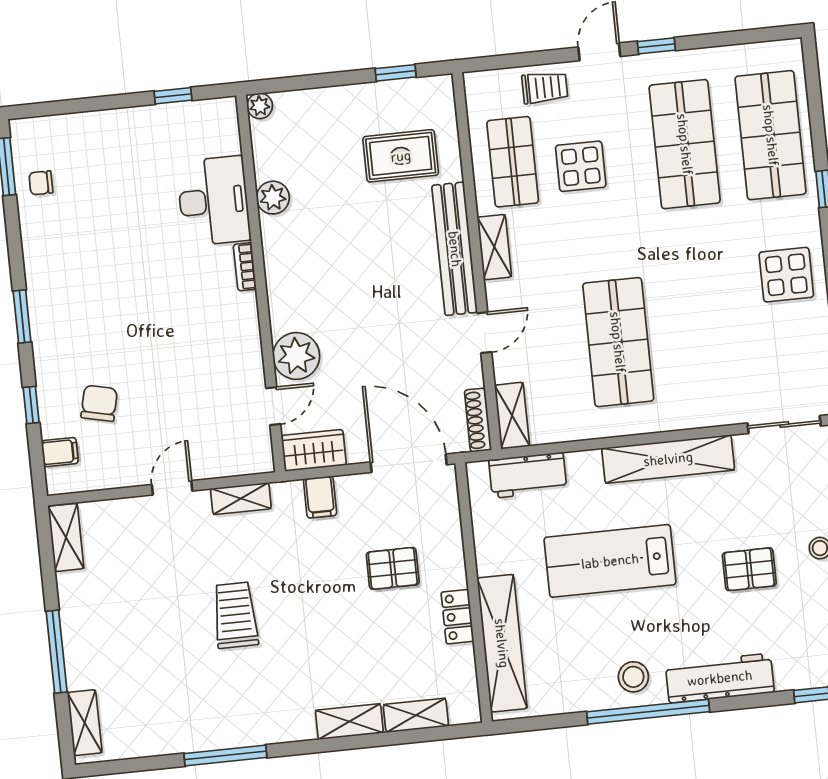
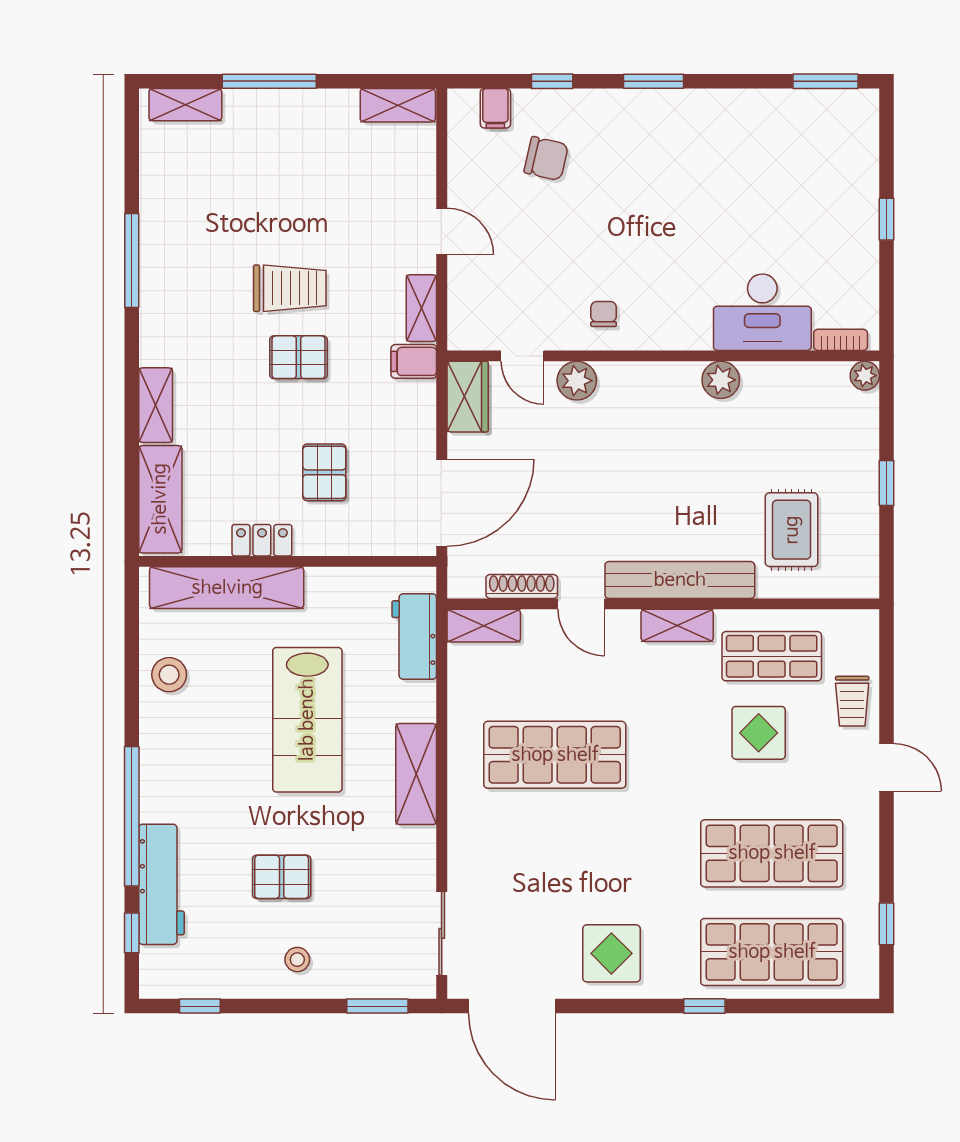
window: (656, 46) -> (886, 924), moved
window: (396, 73) -> (886, 483), moved
window: (173, 96) -> (886, 219), moved
chair: (41, 183) -> (604, 314), moved
plant: (273, 198) -> (721, 380), moved
bookcase: (245, 267) -> (841, 340), moved
plant: (296, 356) -> (577, 381), width x0.73, depth x0.73
shoe rack: (478, 420) -> (522, 586), moved
shelving: (668, 459) -> (416, 774), width x0.68
filing cabinet: (320, 497) -> (414, 361), moved
lab bench: (610, 561) -> (307, 720), turned 180
pallet: (749, 569) -> (282, 877), turned 90
pallet: (295, 601) -> (298, 357), added
stool: (633, 677) -> (169, 675), moved
workbench: (720, 678) -> (161, 884), moved
window: (648, 712) -> (132, 816), moved
shelving: (416, 715) -> (160, 499), width x1.50, depth x1.33

